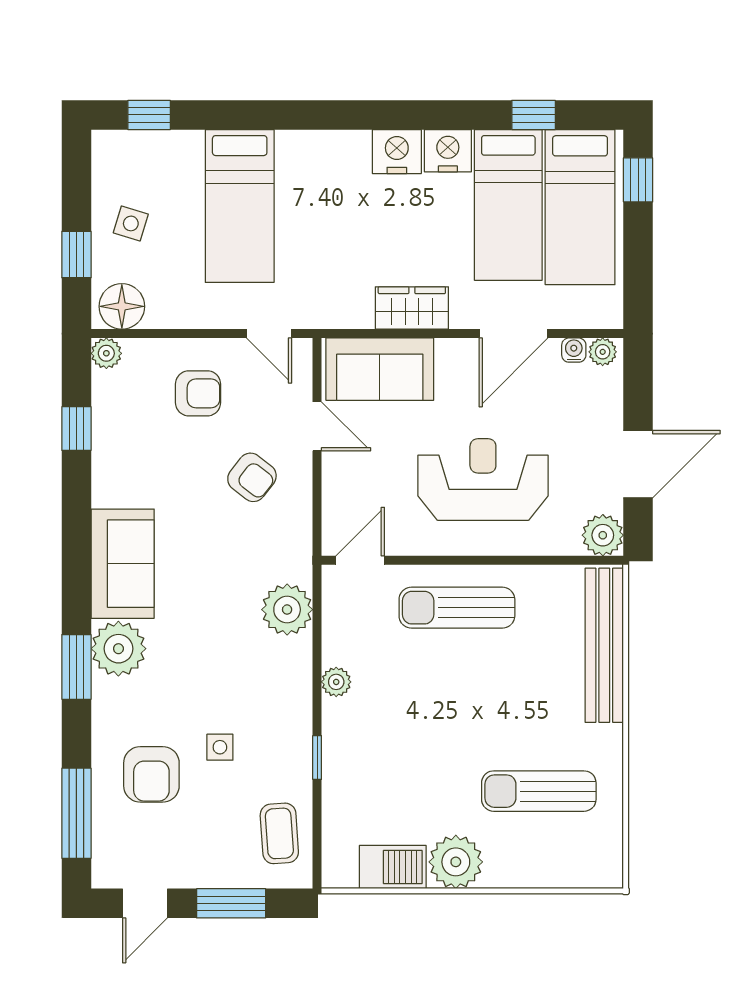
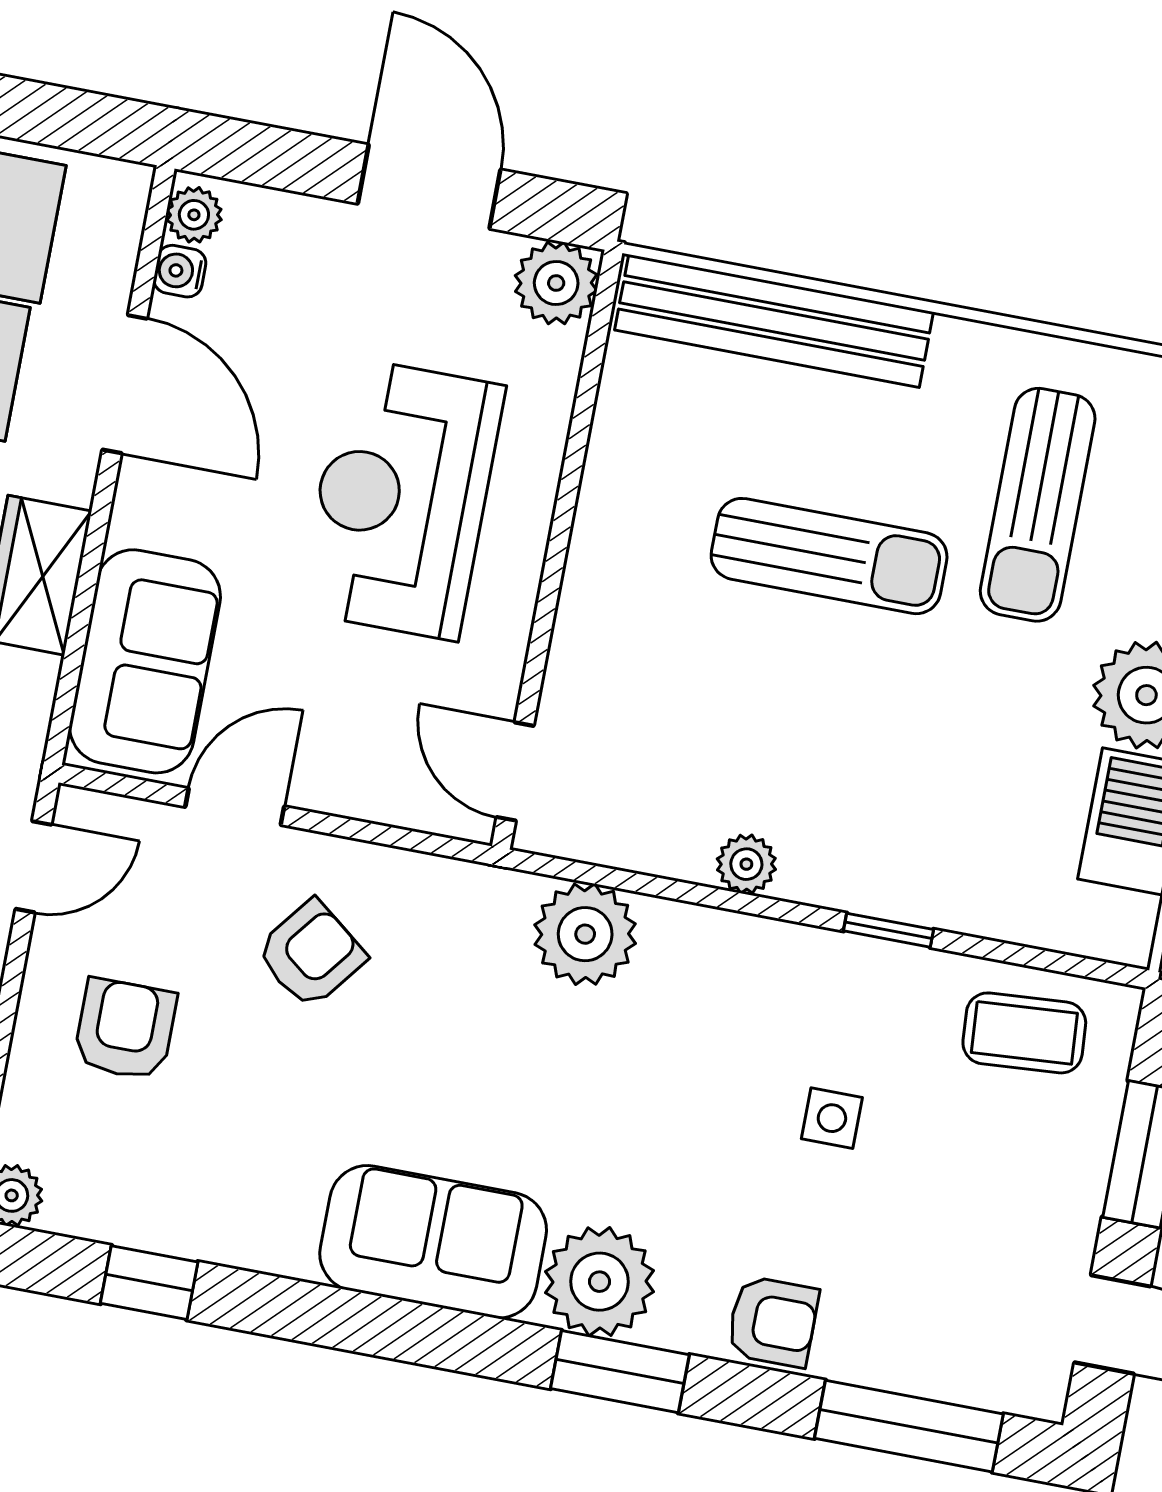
sun lounger: (457, 608) -> (829, 556), moved, turned -90
armchair: (151, 774) -> (773, 1322), moved, width x0.72, depth x0.72

